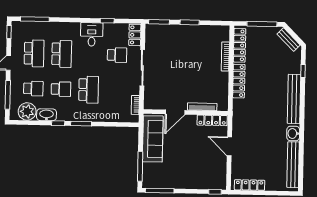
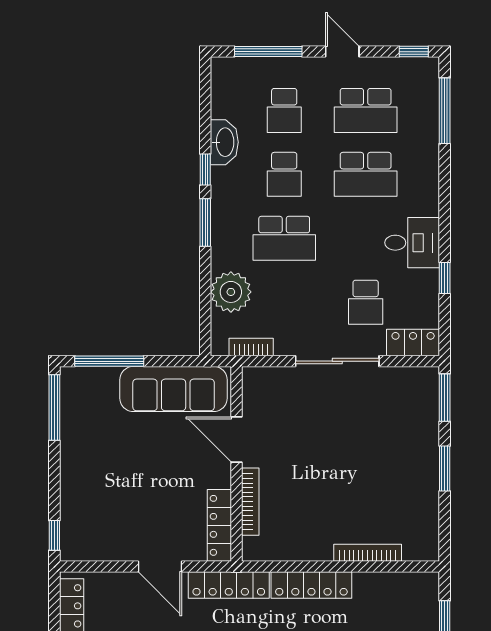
locker: (240, 45) -> (229, 585), moved
plant: (27, 111) -> (231, 292), moved
door: (229, 146) -> (160, 567), swing flipped

